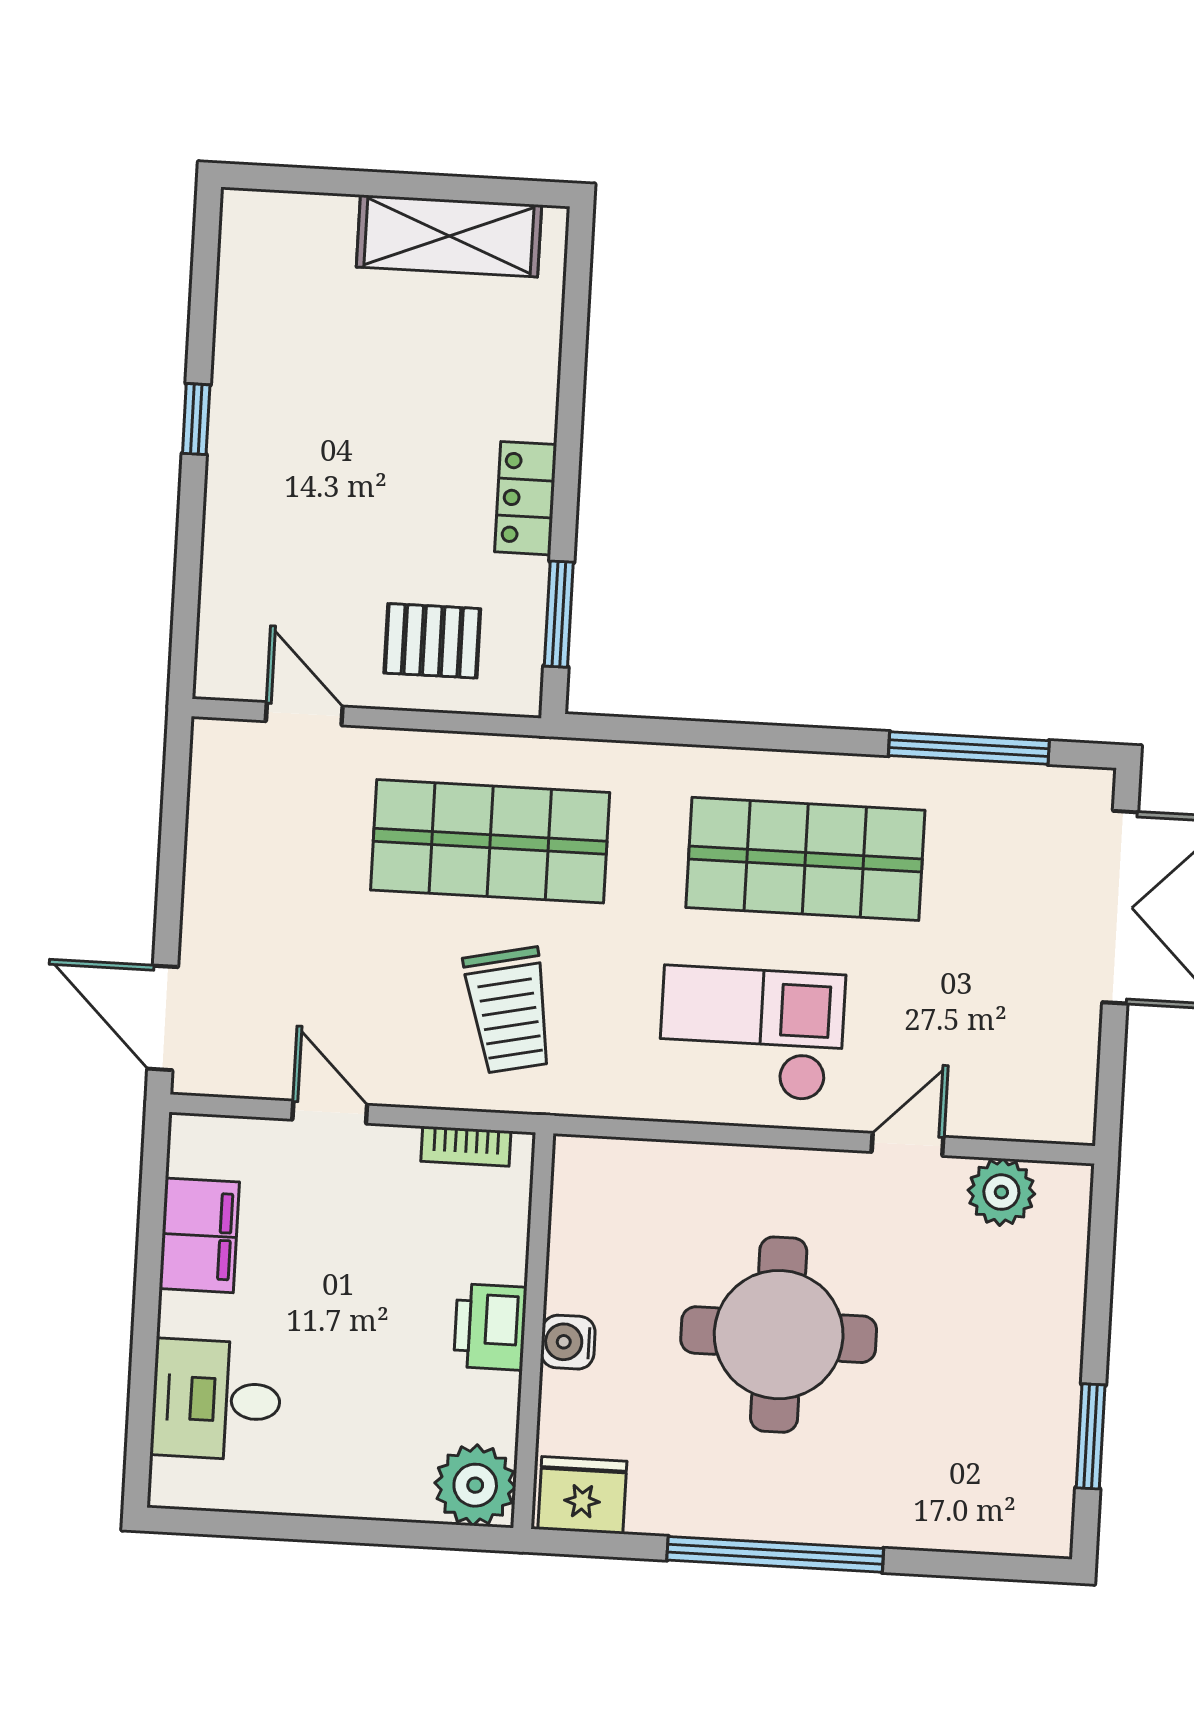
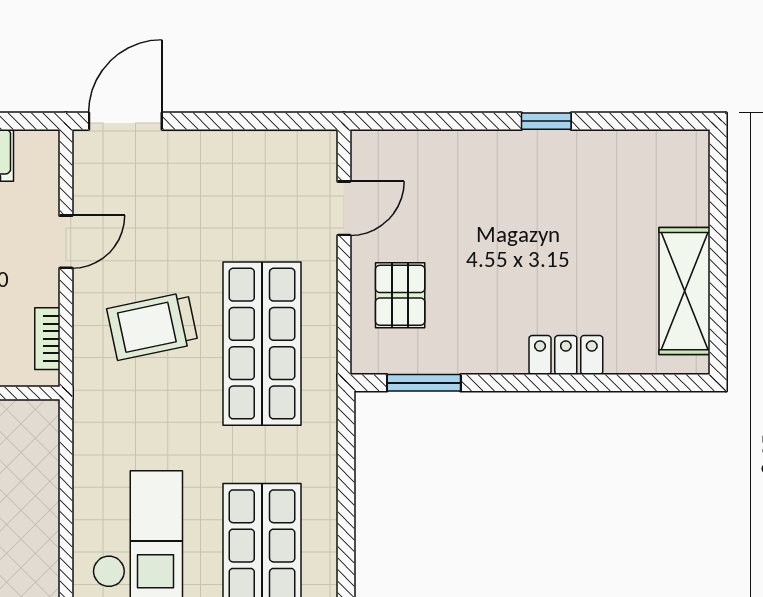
locker: (526, 498) -> (566, 355), moved
trolley: (509, 1010) -> (152, 326), moved

